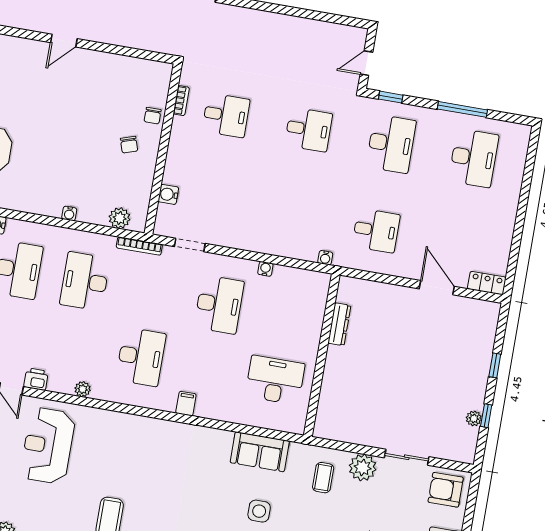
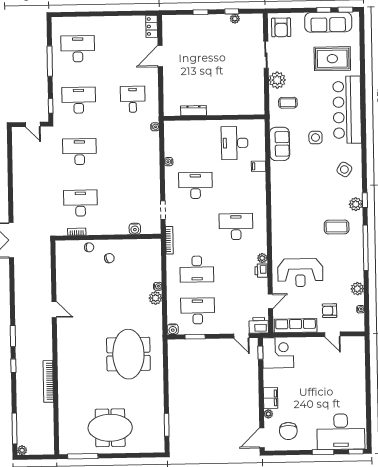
desk: (226, 115) -> (80, 203), width x1.37
desk: (309, 130) -> (80, 152), width x1.37
plant: (120, 218) -> (155, 298), moved
printer: (36, 379) -> (261, 271), moved
filing cabinet: (186, 404) -> (259, 166), moved

